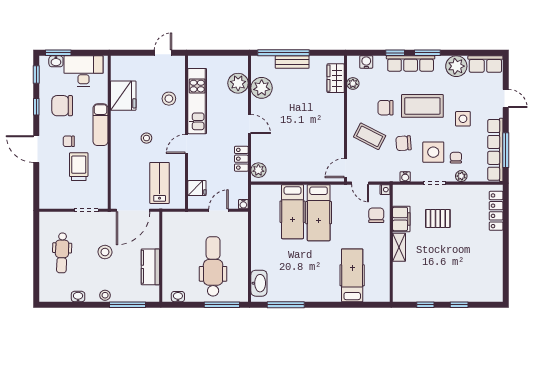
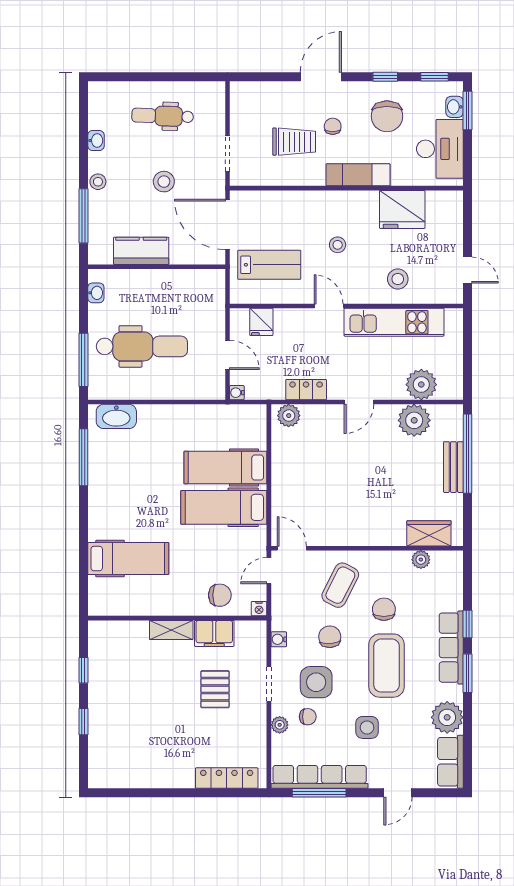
water cooler: (366, 62) -> (454, 580), removed
chair: (62, 106) -> (387, 116), turned 180

